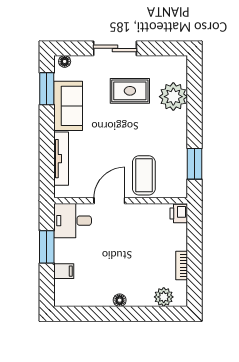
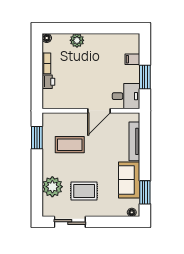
sliding door: (115, 48) -> (70, 222), moved
coffee table: (144, 175) -> (70, 145), moved, turned 90
printer: (179, 213) -> (48, 82), moved
plant: (164, 297) -> (77, 40), moved
floor lamp: (120, 300) -> (47, 38), moved

